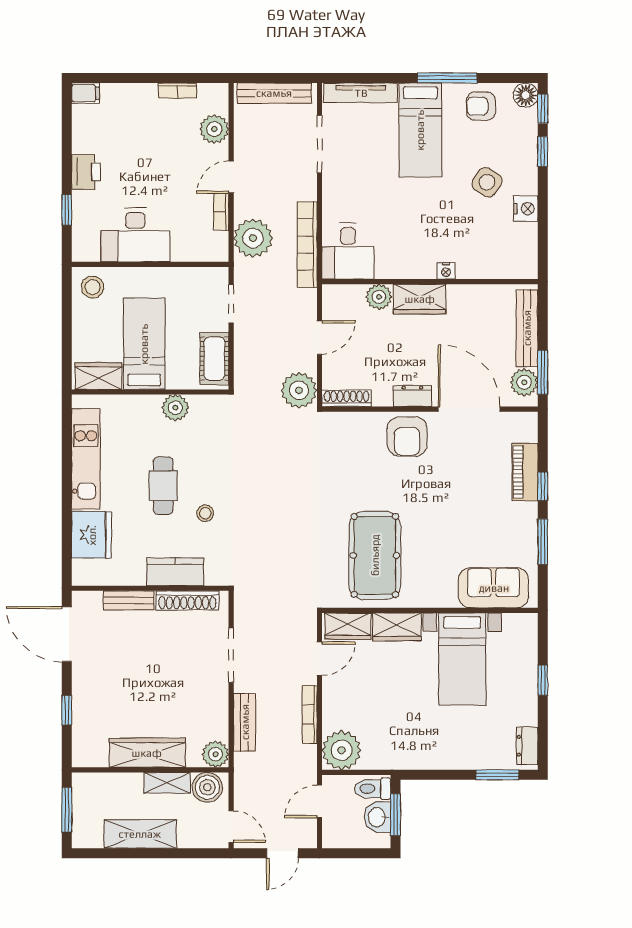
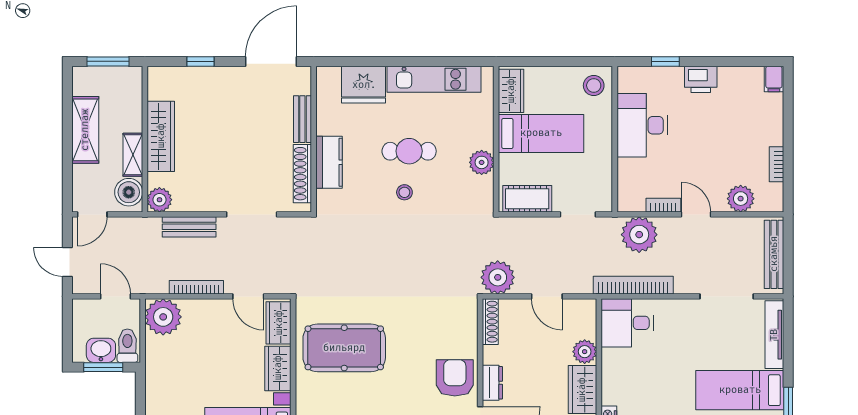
armchair: (407, 437) -> (455, 378), turned 90
stool: (205, 513) -> (404, 192), moved

